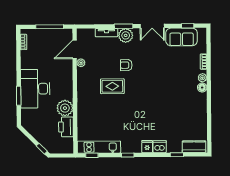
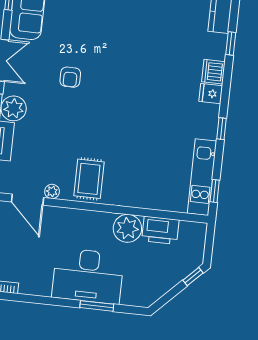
armchair: (126, 65) -> (70, 77), moved
rug: (112, 86) -> (89, 179), moved

